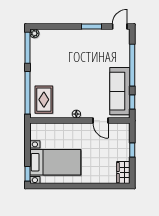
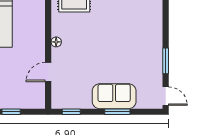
window: (132, 65) -> (117, 112), width x0.47
sofa: (120, 91) -> (114, 96), moved, width x0.73

